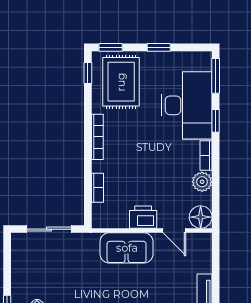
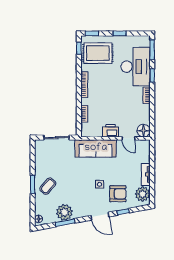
rug: (121, 82) -> (98, 53), turned 90
plant: (202, 182) -> (144, 110), removed
sofa: (127, 248) -> (96, 148), width x1.36

